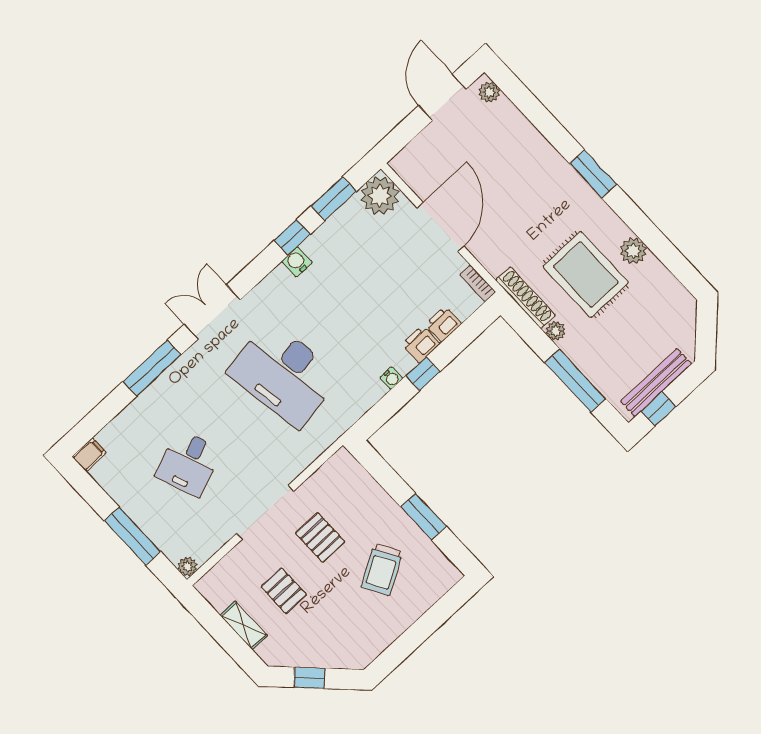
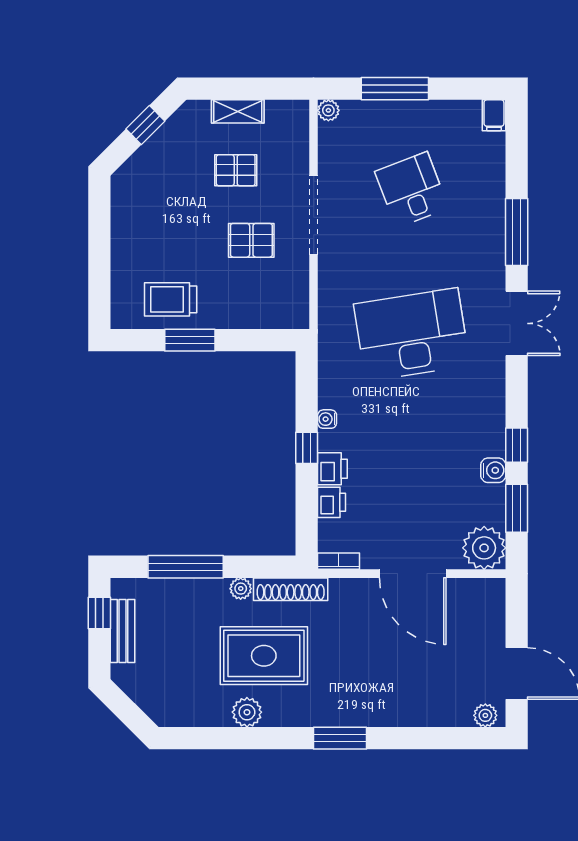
water cooler: (297, 262) -> (493, 470), moved
bench: (656, 383) -> (123, 631), width x0.73
trolley: (382, 569) -> (171, 299), moved, turned -60

